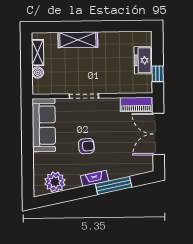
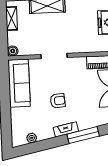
boiler: (38, 73) -> (13, 51), moved
plant: (55, 182) -> (32, 138), width x0.53, depth x0.53

